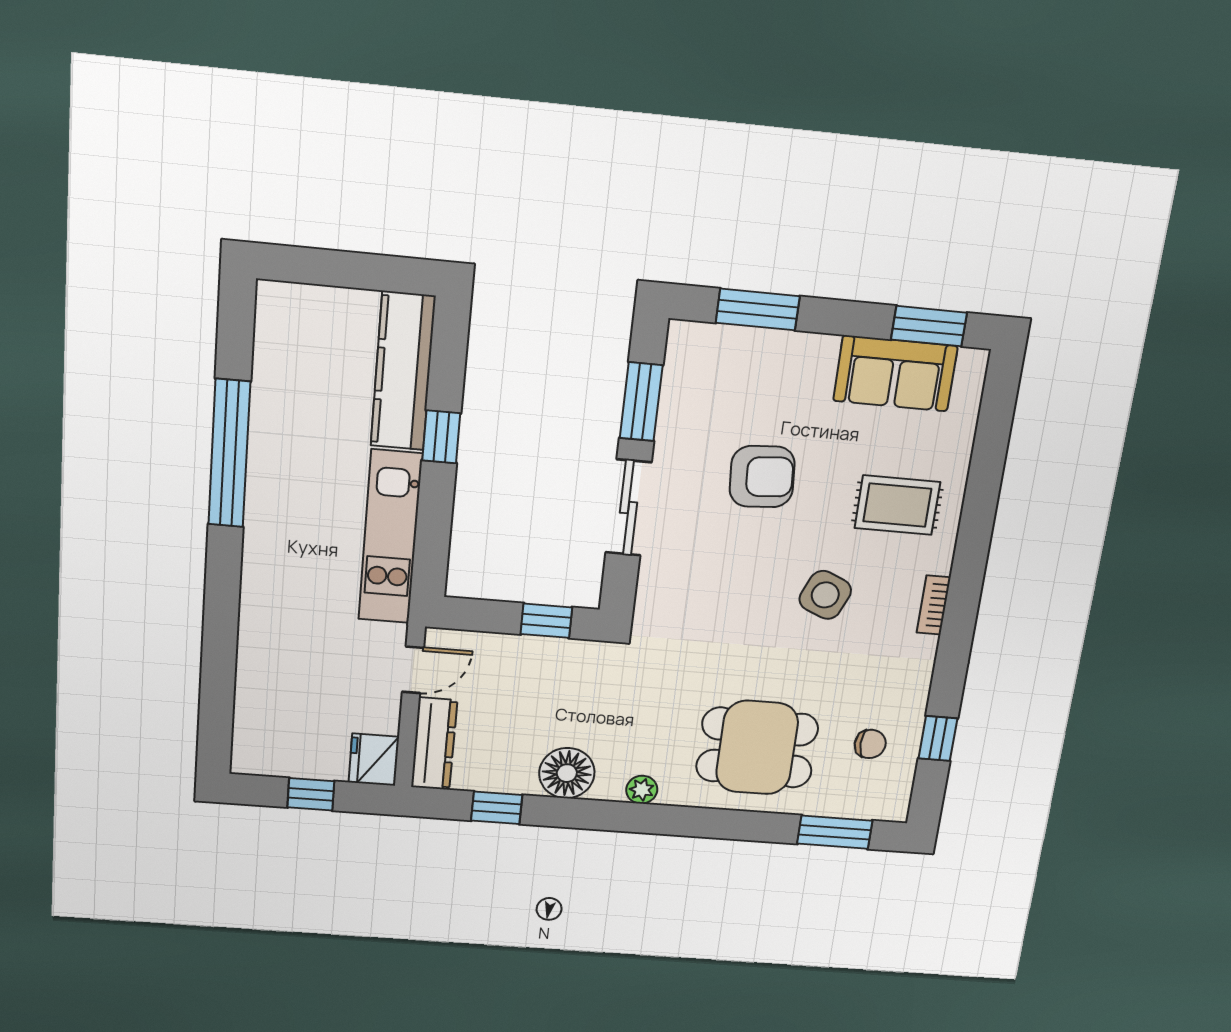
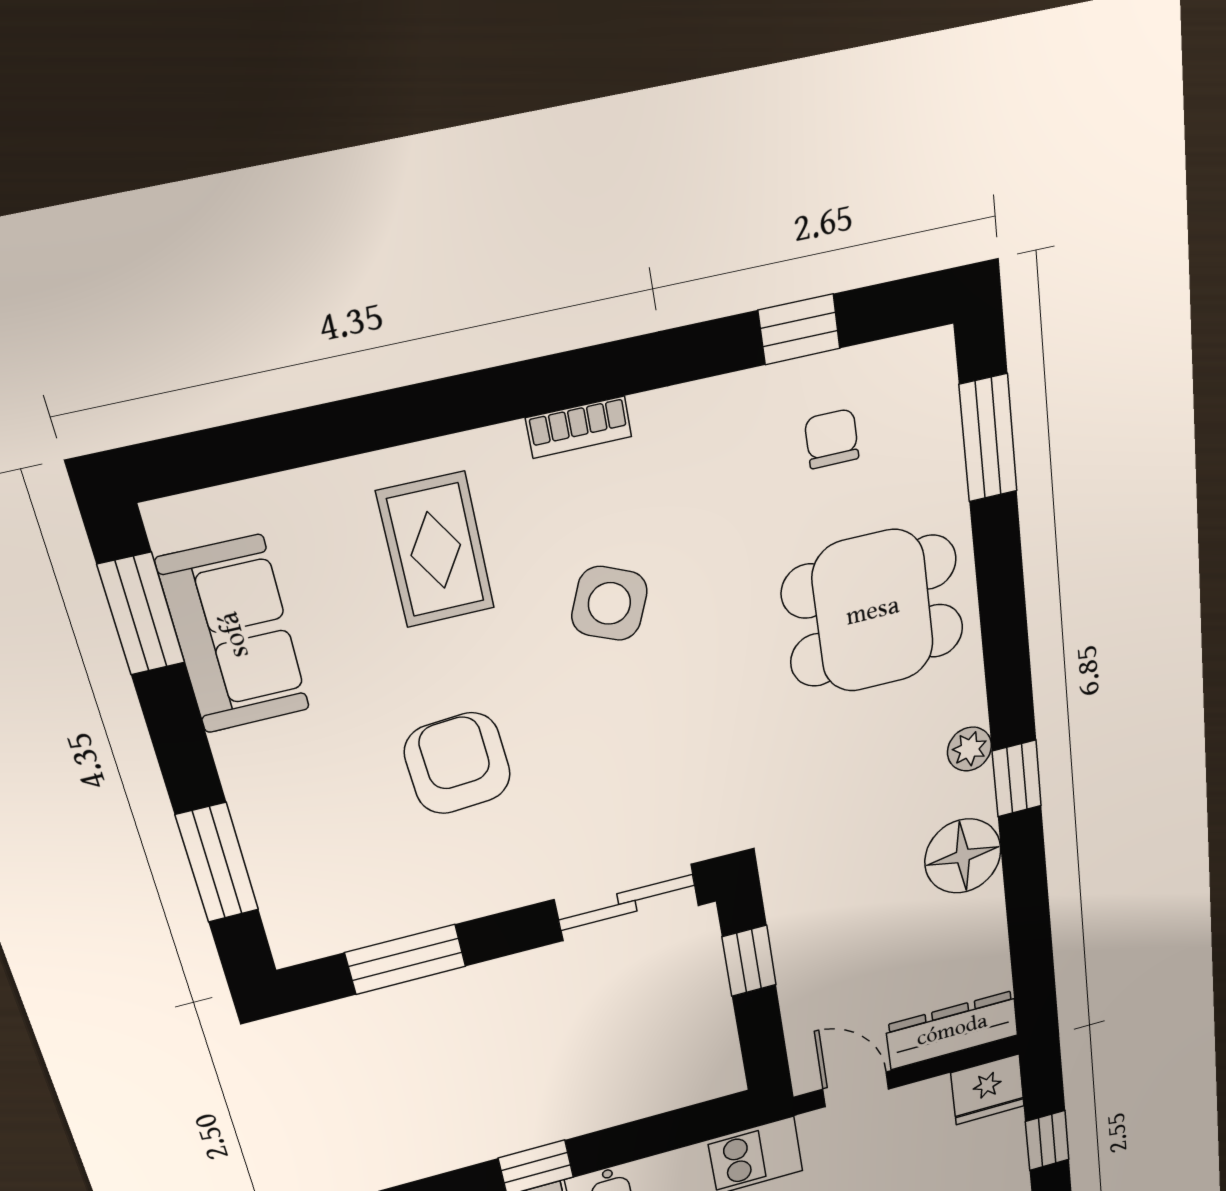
sliding door: (628, 508) -> (627, 902), moved
dining table: (757, 748) -> (873, 611), turned 90
window: (497, 808) -> (1017, 779), moved

